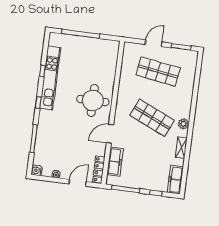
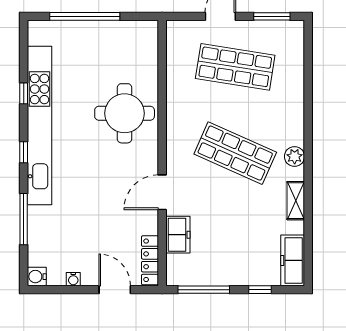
kitchen unit: (50, 78) -> (39, 126), width x1.36
round table: (93, 101) -> (125, 113), moved
freezer: (115, 162) -> (178, 235), width x0.71
door: (78, 183) -> (115, 290), hinge flipped

